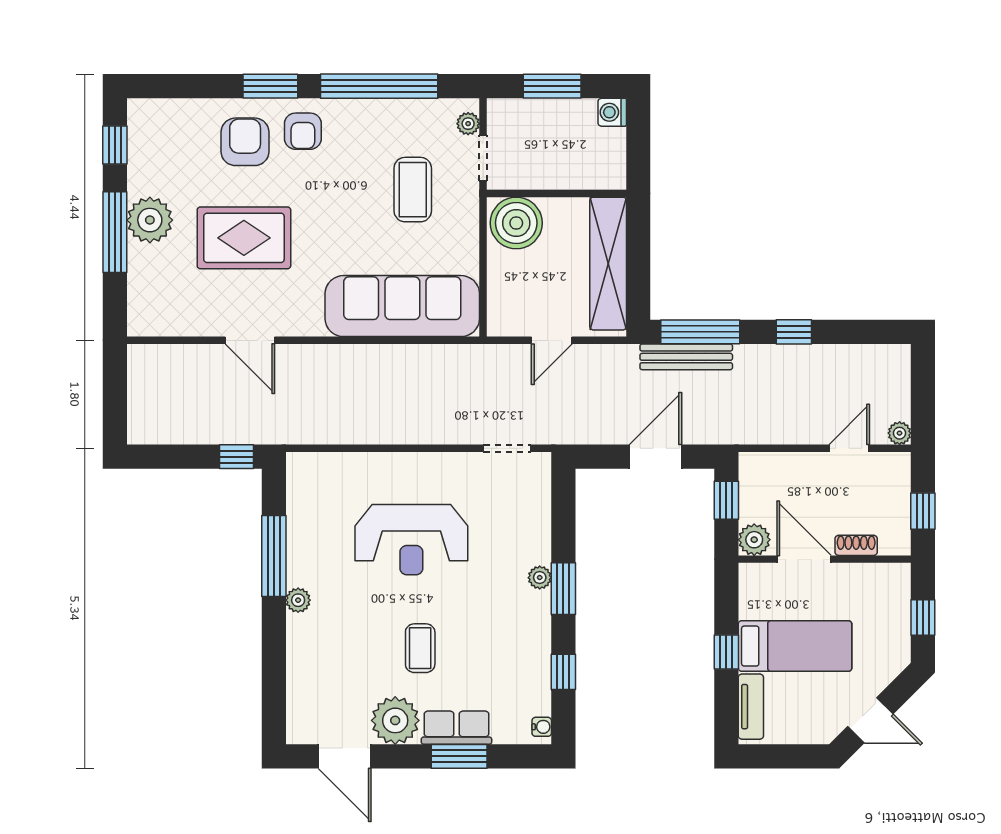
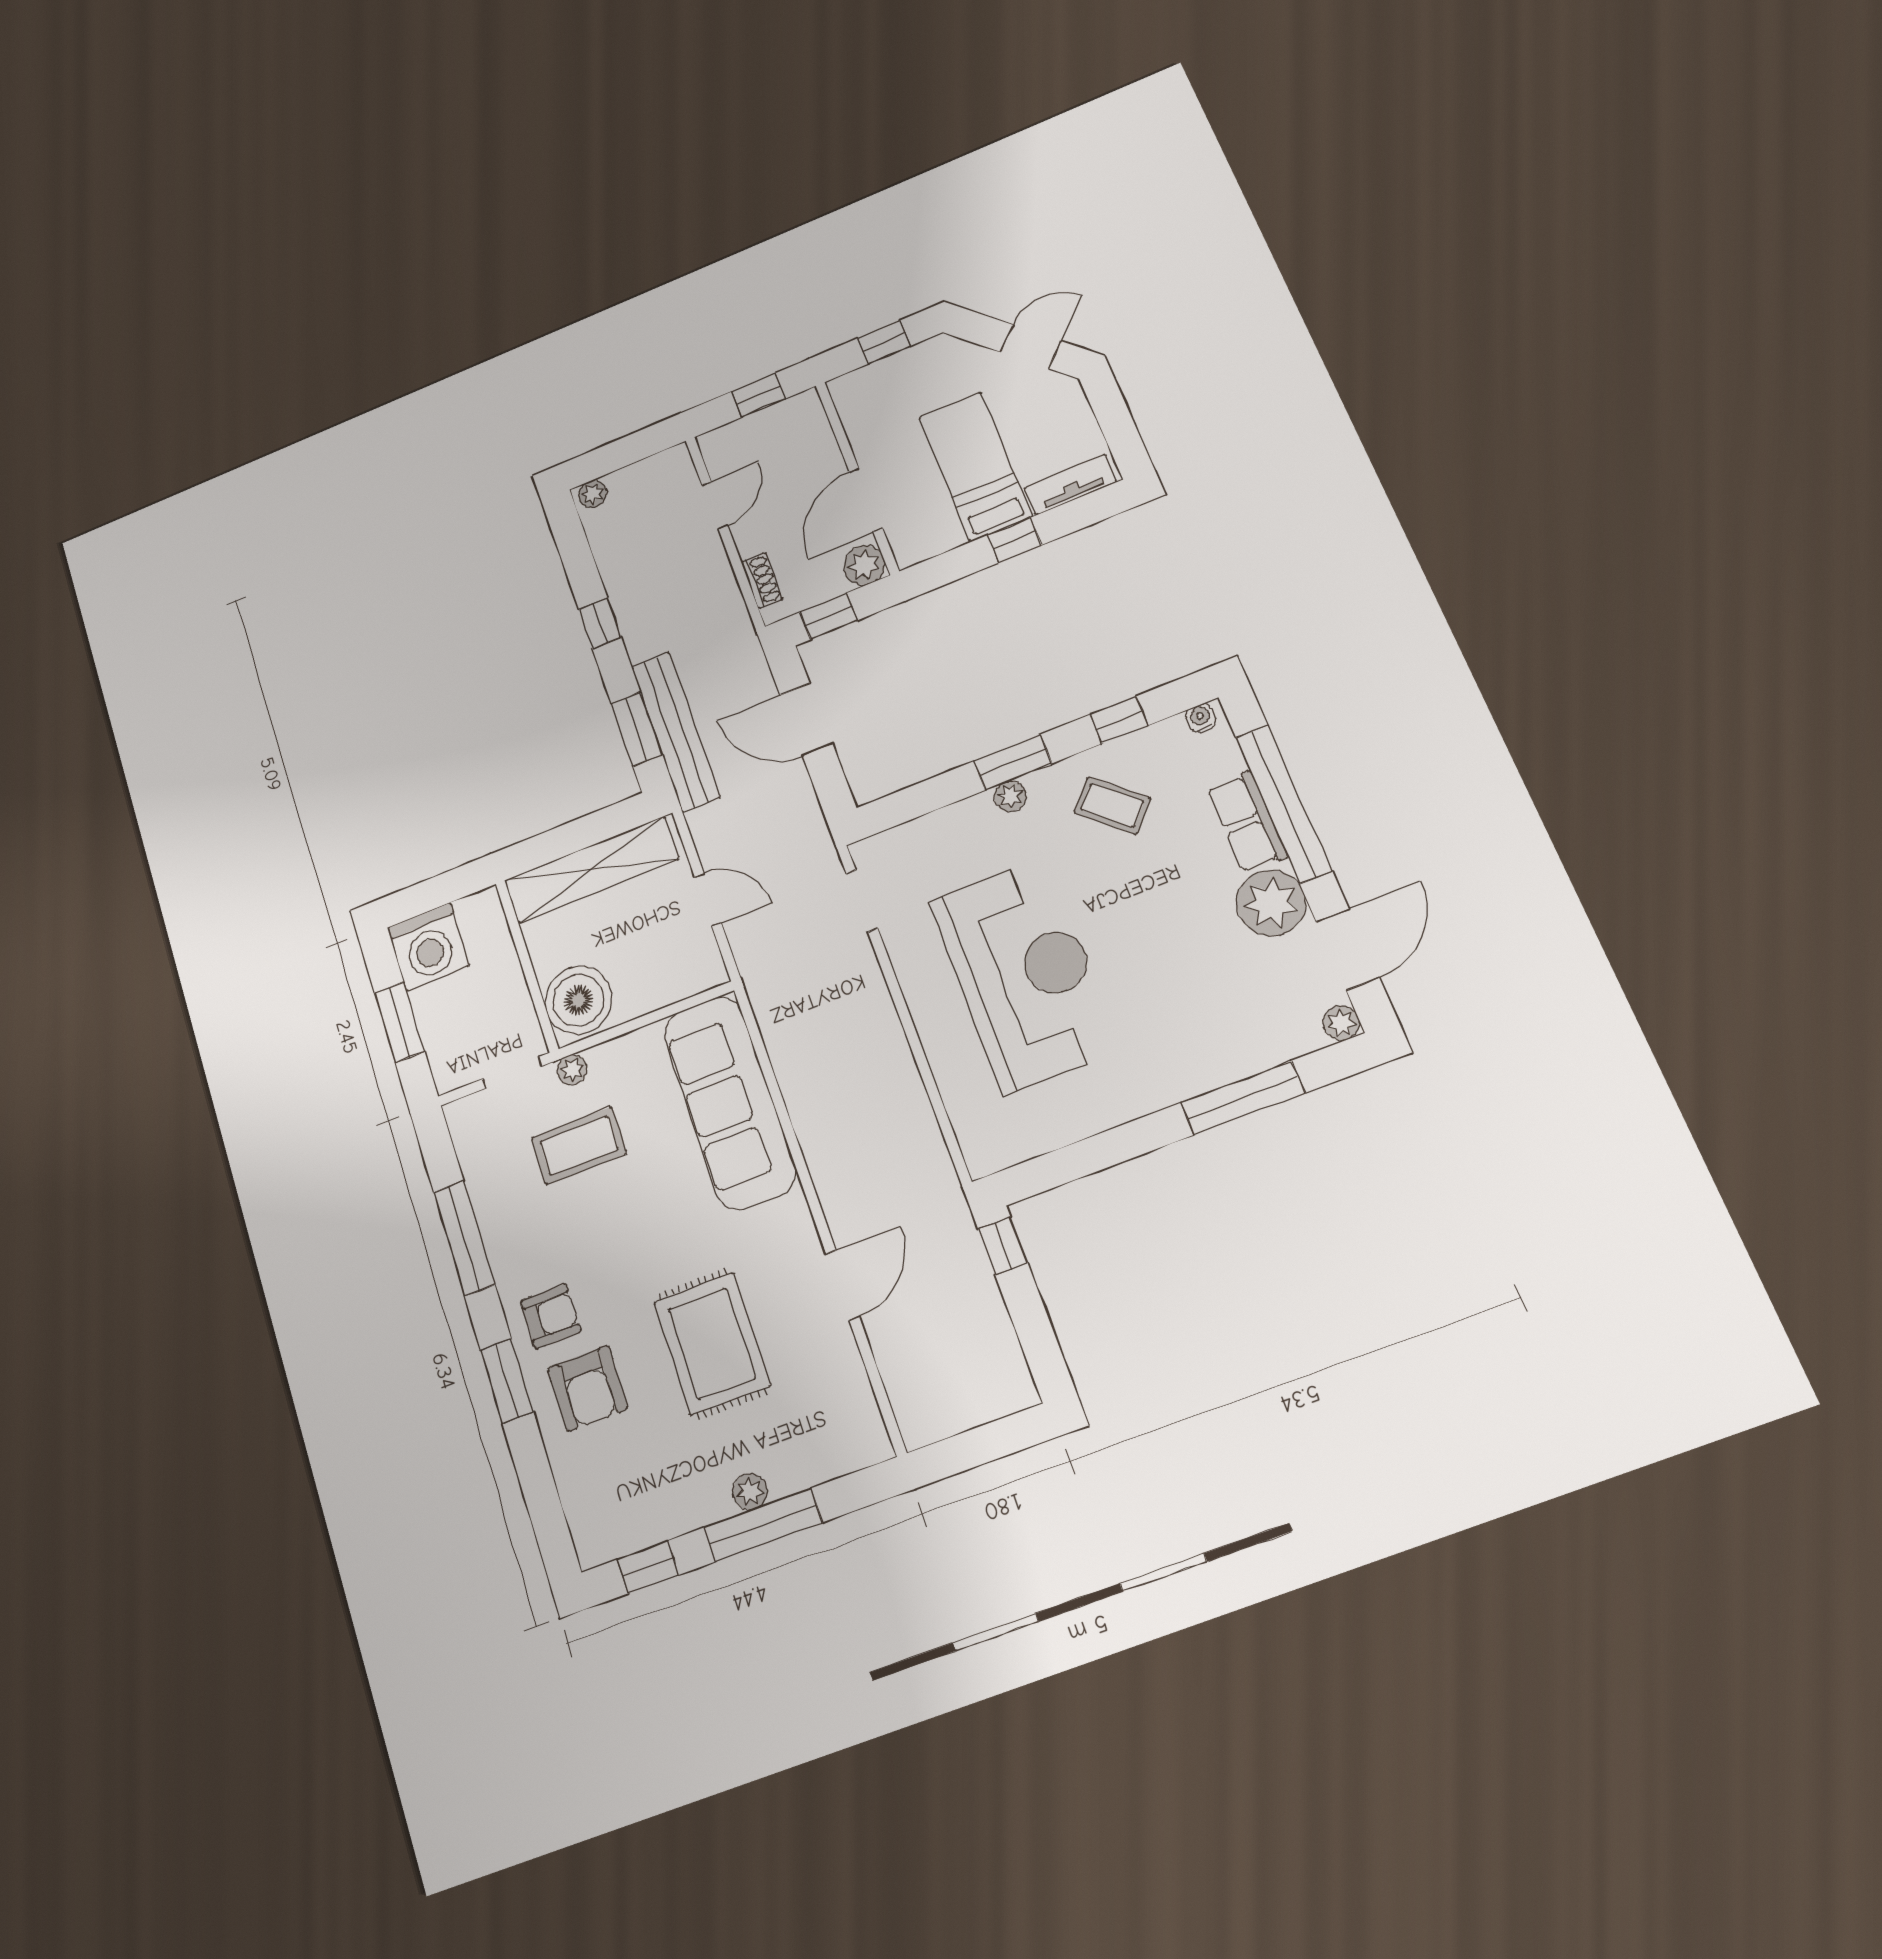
window: (379, 86) -> (464, 1238), width x0.68
washing machine: (612, 112) -> (428, 947), width x1.89, depth x1.89
plant: (468, 124) -> (572, 1070), moved
armchair: (245, 142) -> (588, 1388), turned -90
plant: (150, 220) -> (750, 1492), width x0.53, depth x0.53
window: (700, 332) -> (637, 729), width x0.69
bench: (686, 357) -> (676, 732), width x1.37, depth x1.21
plant: (900, 433) -> (593, 494), moved
door: (849, 448) -> (715, 505), swing flipped
reception desk: (411, 540) -> (1024, 975), width x1.36, depth x1.30
shoe rack: (856, 545) -> (762, 580), moved, turned 180
window: (274, 556) -> (1243, 1098), moved
plant: (298, 600) -> (1341, 1023), moved
coffee table: (420, 648) -> (1112, 805), moved, turned 42
door: (870, 720) -> (1031, 347), hinge flipped
window: (459, 756) -> (1284, 804), width x2.11

